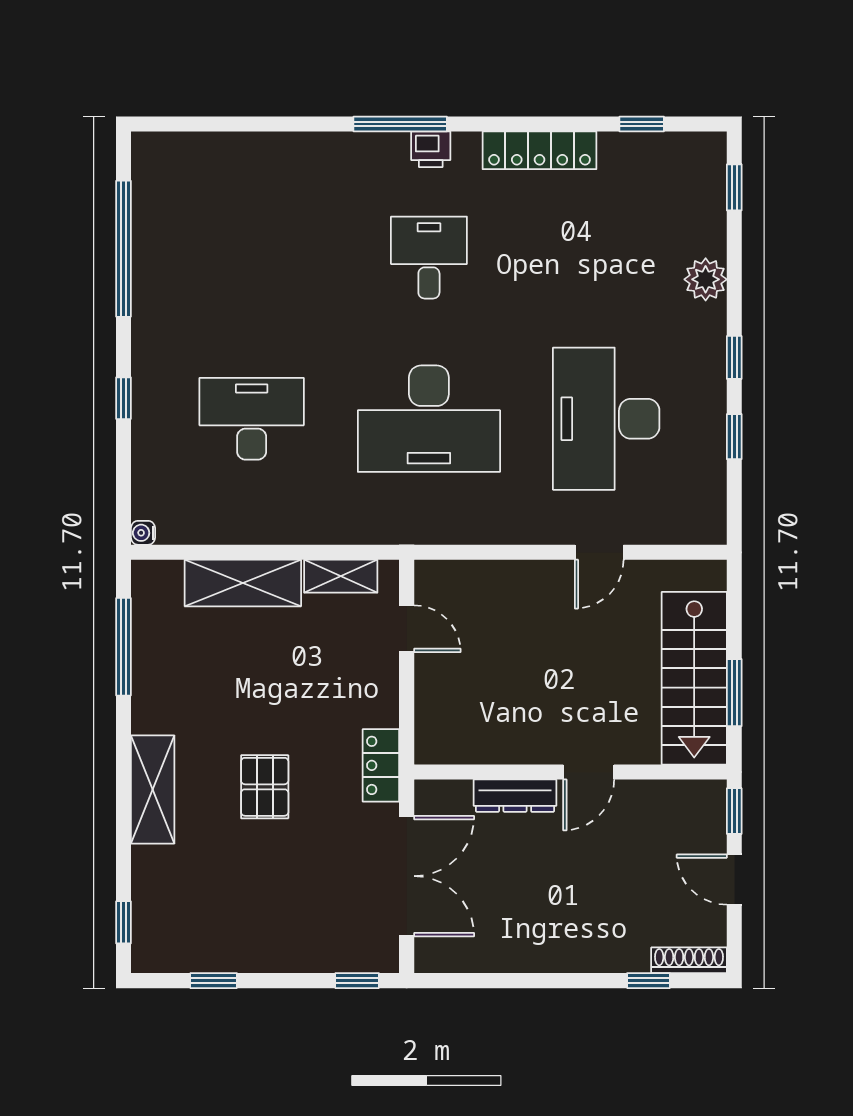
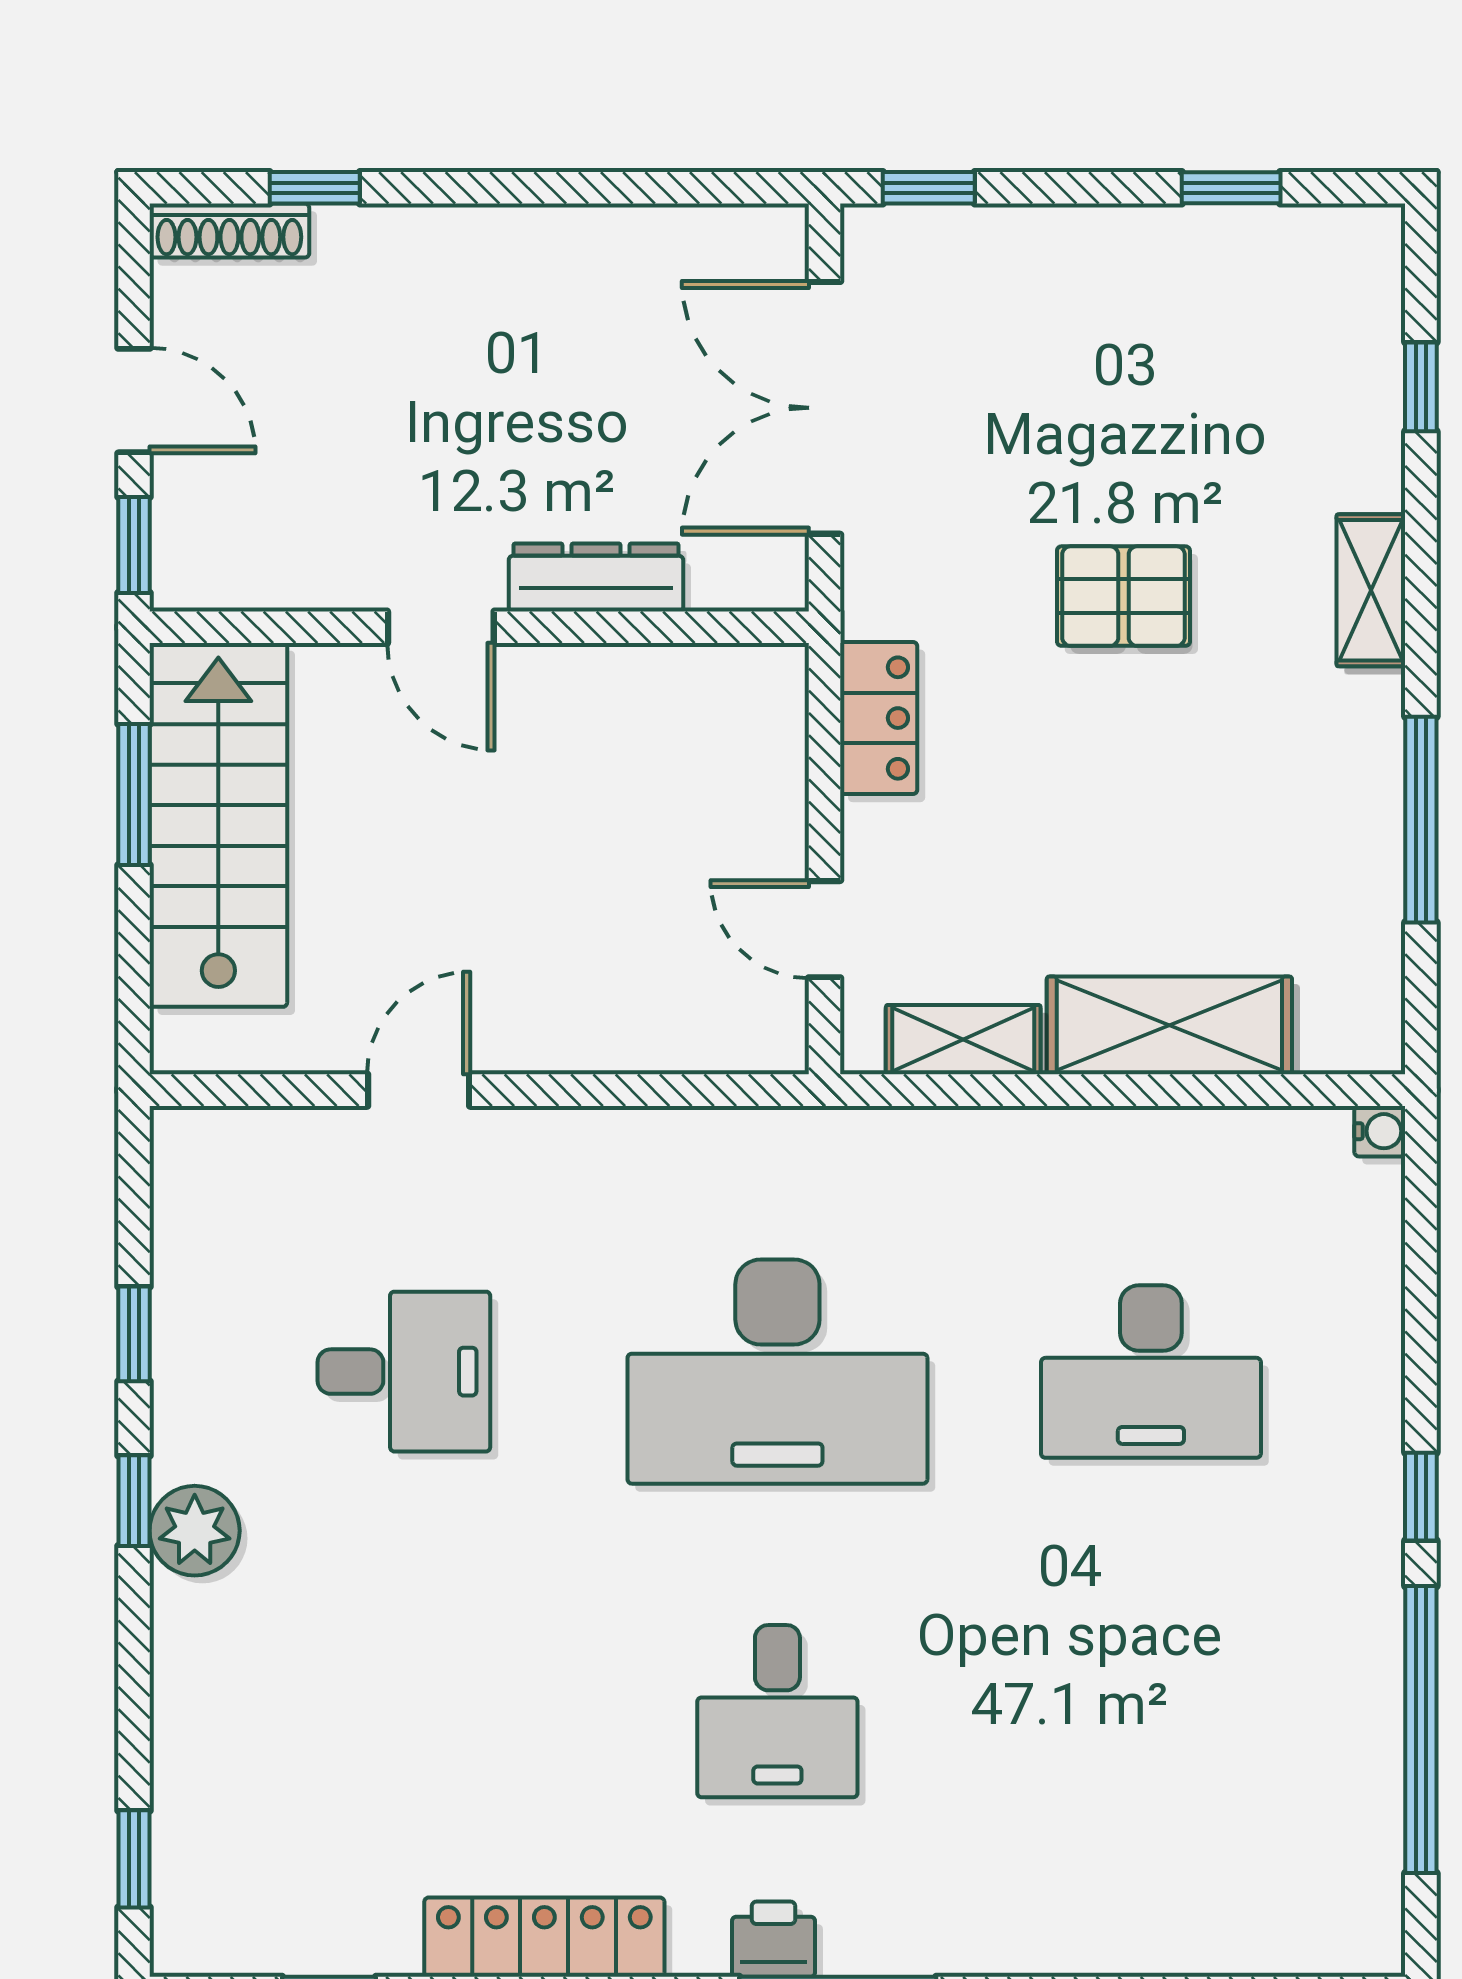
plant: (706, 279) -> (195, 1531), moved
window: (124, 398) -> (1421, 1497), moved
desk: (429, 419) -> (777, 1372), turned 180
desk: (606, 419) -> (404, 1372), width x0.53, depth x0.77
window: (124, 647) -> (1421, 820), moved
locker: (381, 765) -> (879, 718), moved
door: (589, 772) -> (441, 627), swing flipped
pallet: (265, 787) -> (1123, 596), turned 90
shelving: (153, 790) -> (1371, 590), width x0.67, depth x0.75
window: (124, 922) -> (1421, 387), moved

